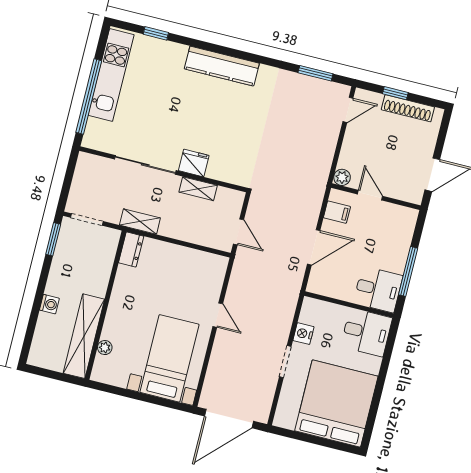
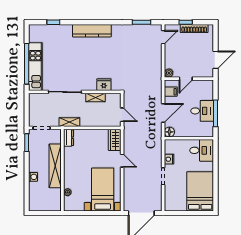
kitchen unit: (111, 75) -> (35, 67), moved
fridge: (194, 163) -> (104, 85), moved
door: (370, 195) -> (186, 79), swing flipped
wardrobe: (214, 274) -> (115, 140), added
floor lamp: (316, 284) -> (169, 132), added
desk: (378, 289) -> (202, 111), moved
shelving: (84, 336) -> (55, 166), moved
bed: (336, 404) -> (200, 191), width x0.73

